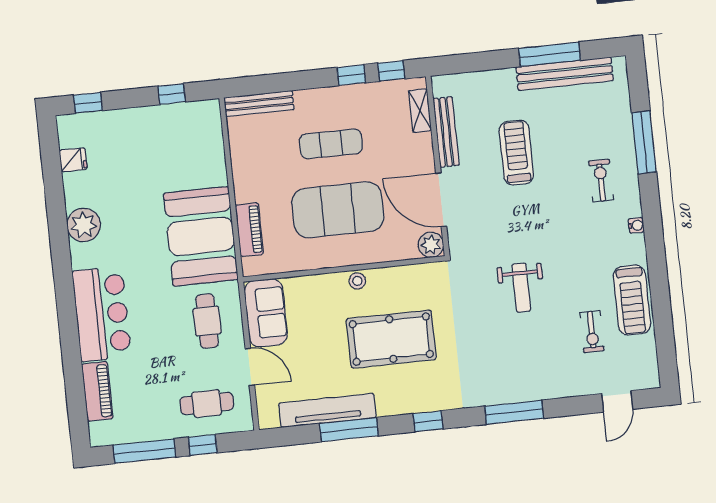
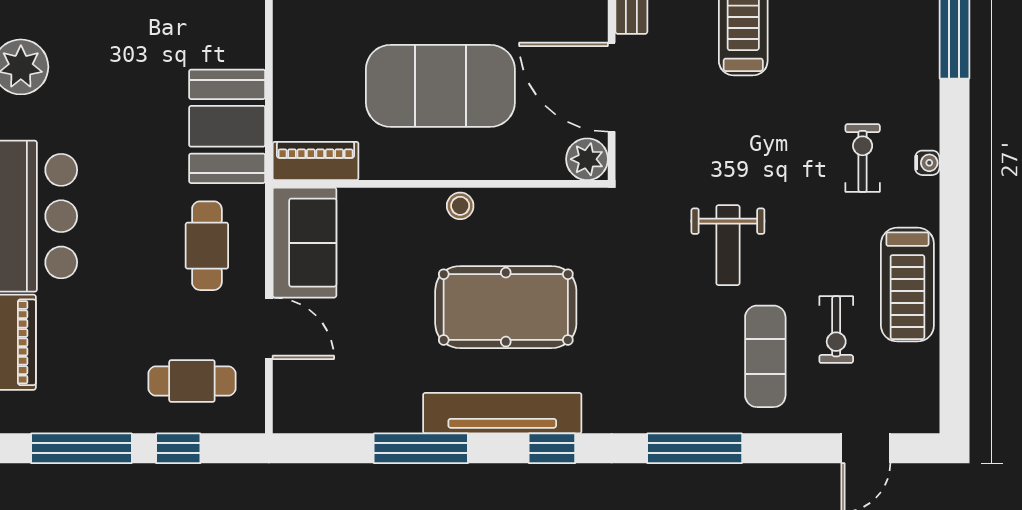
exercise bike: (601, 180) -> (863, 158), moved
piano: (249, 230) -> (316, 161), moved, turned -90
booth: (201, 236) -> (227, 126), width x0.73, depth x0.70
exercise mat: (551, 352) -> (765, 356), added
tv unit: (327, 410) -> (502, 413), moved

